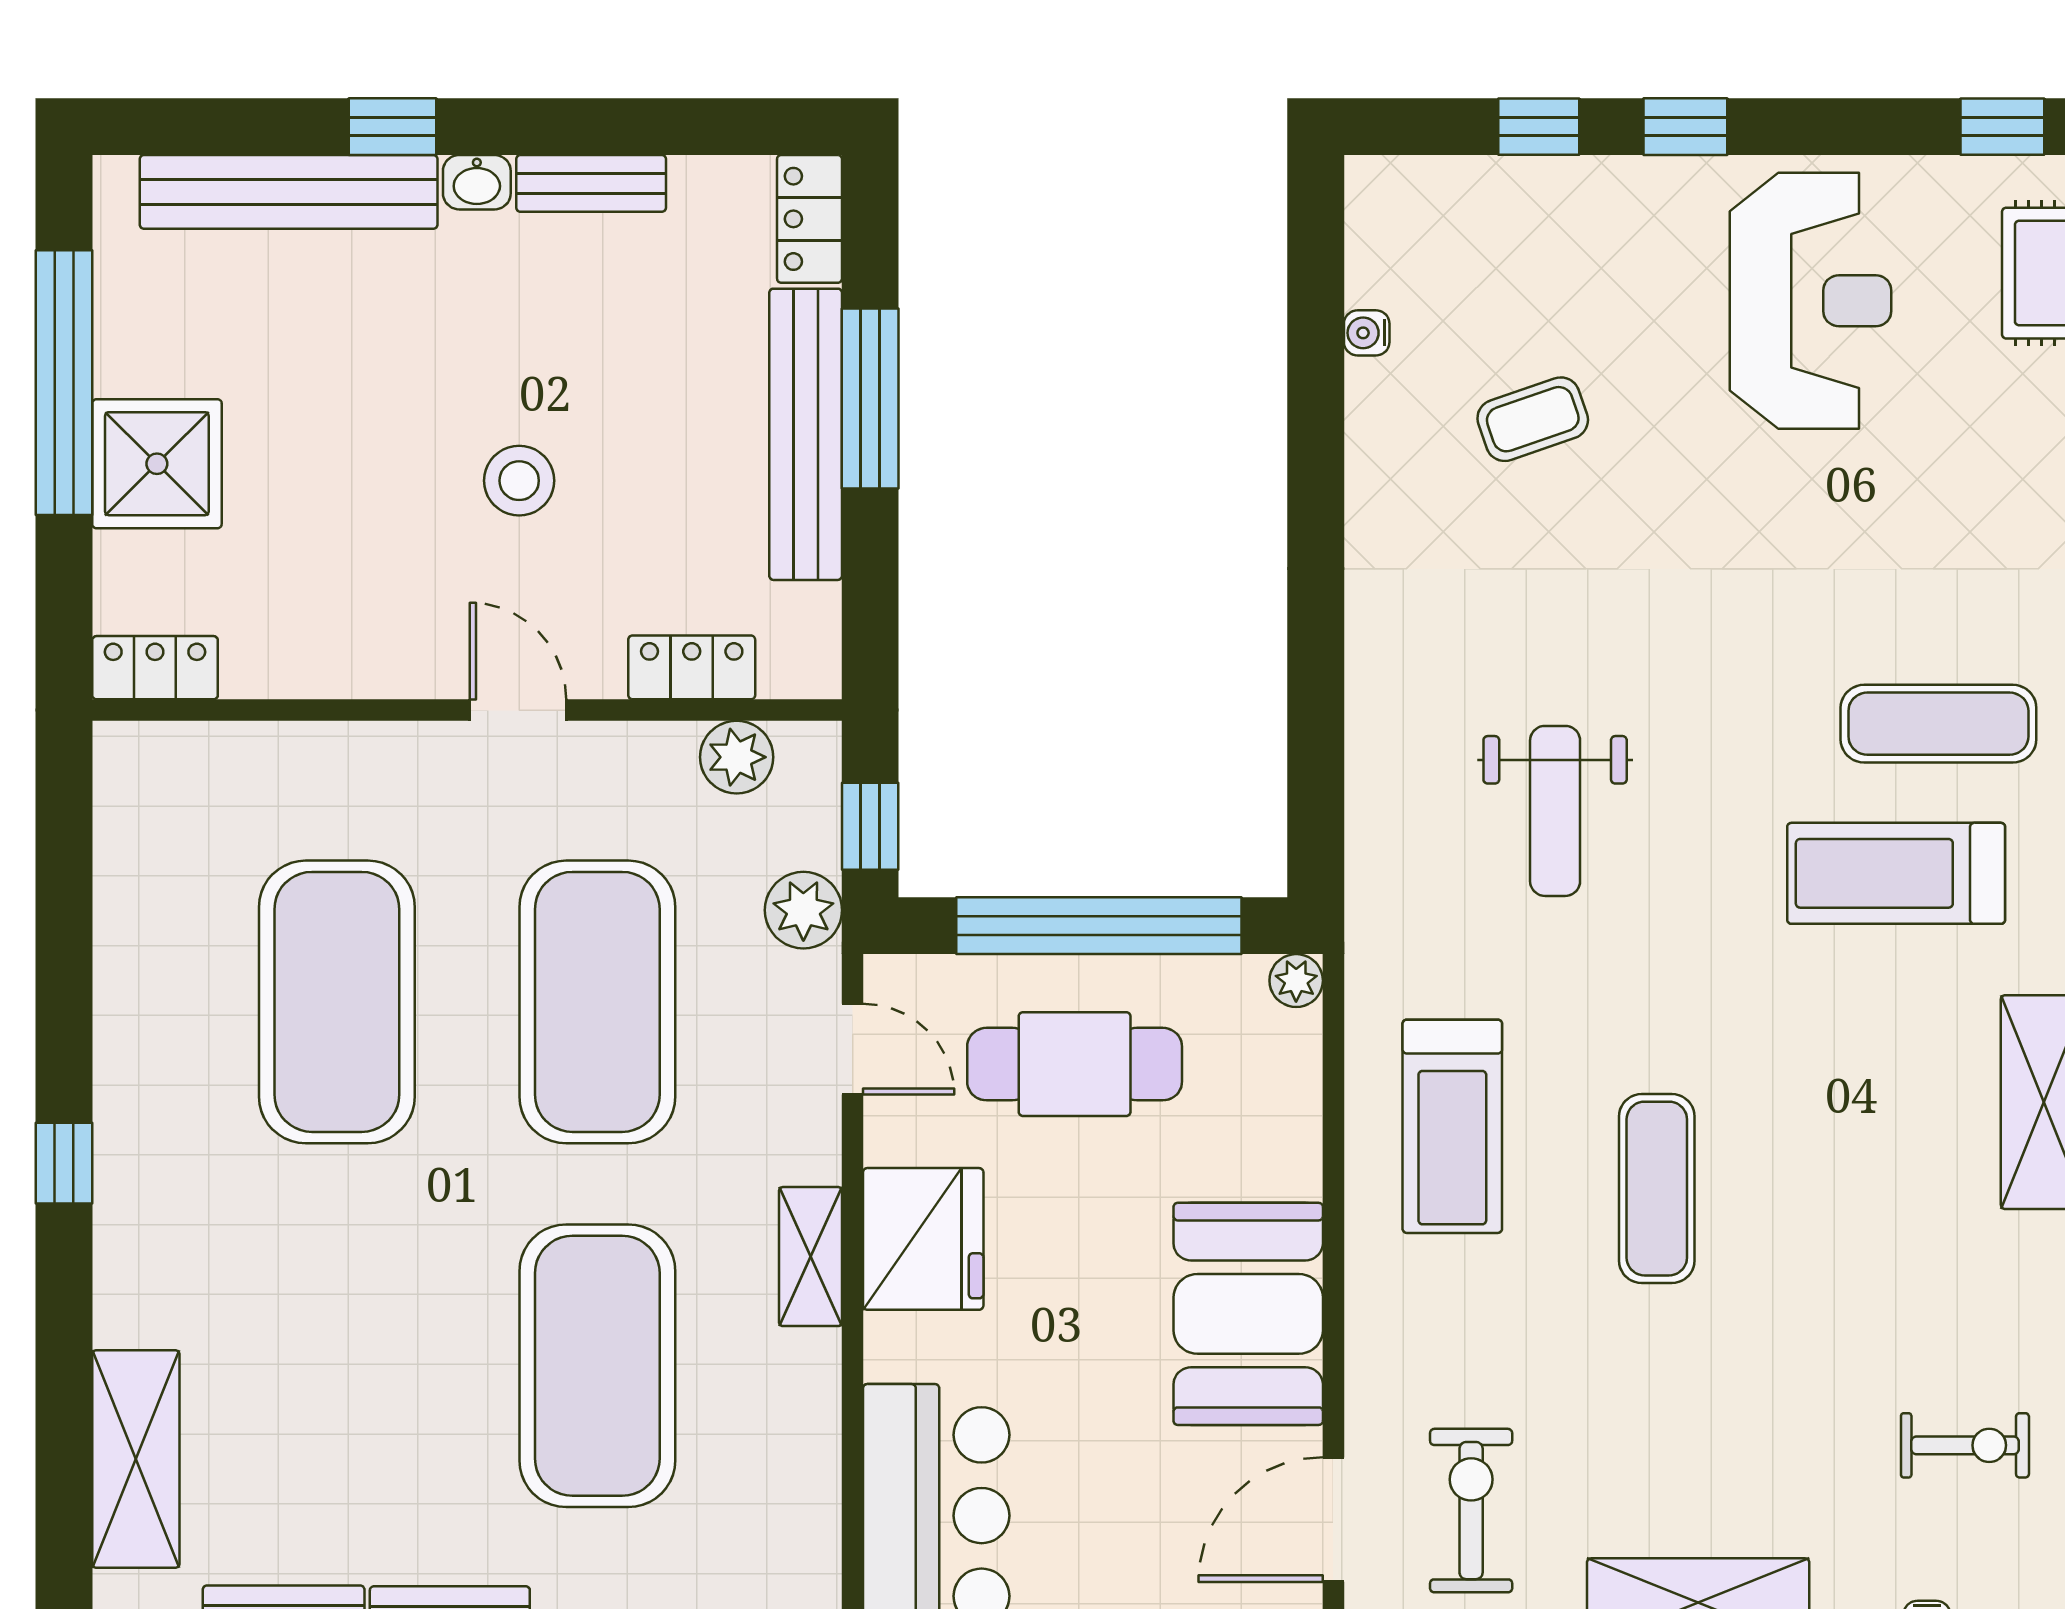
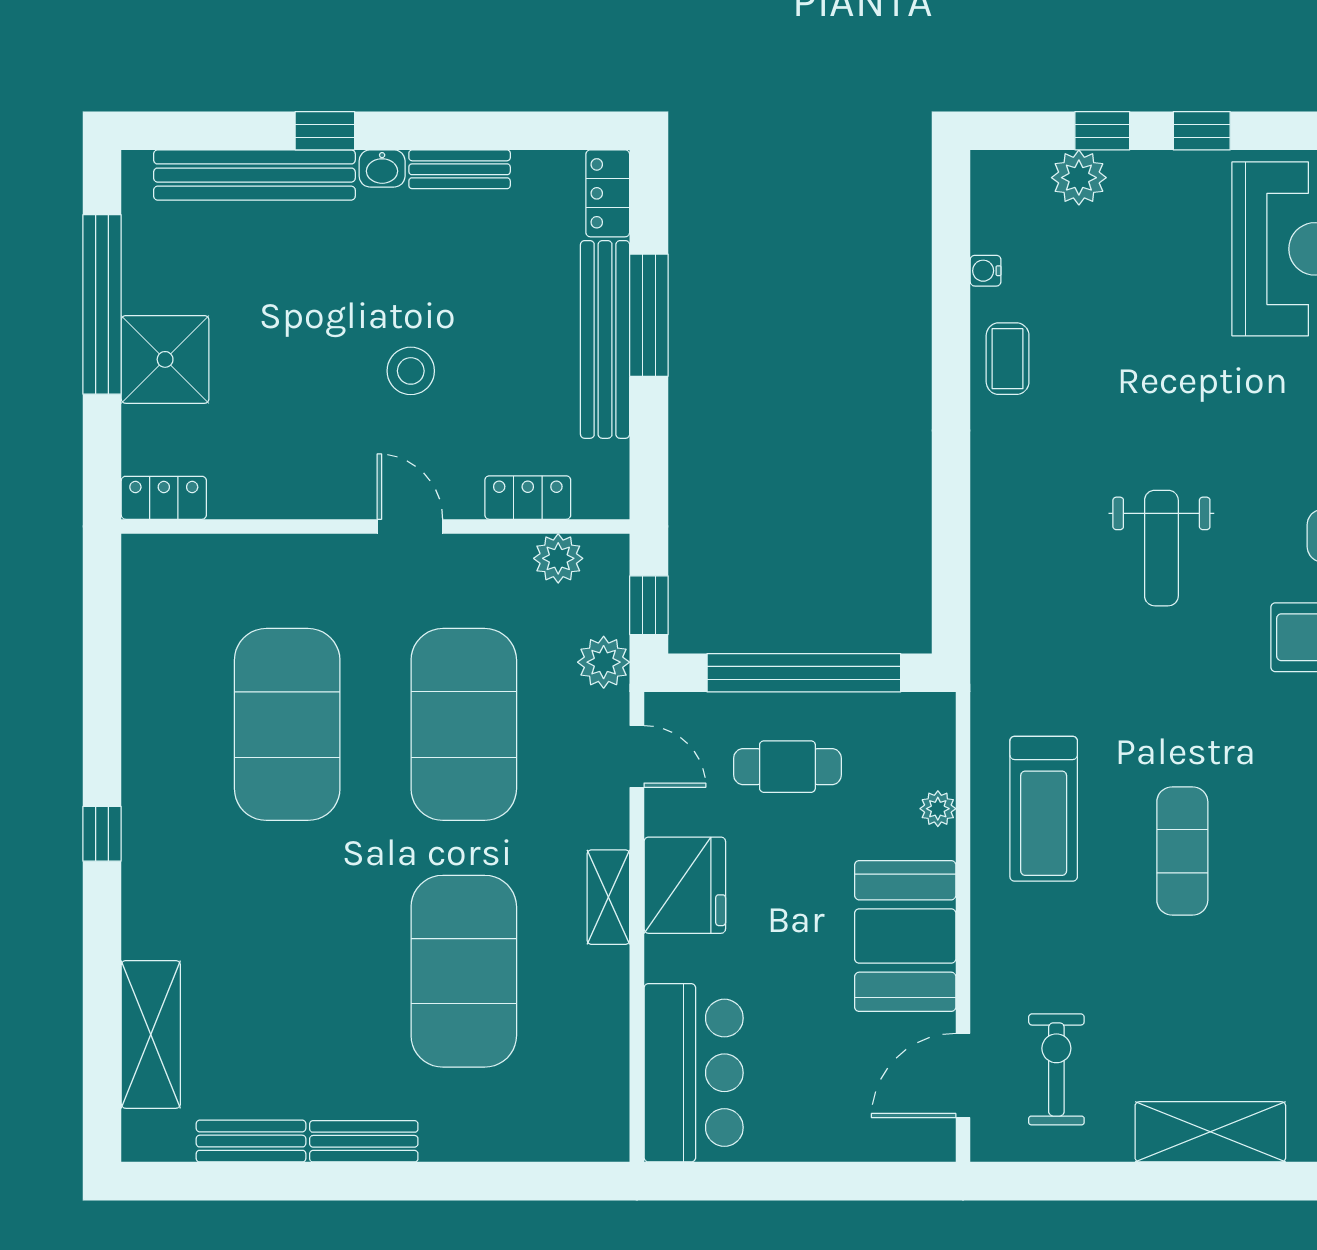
plant: (1504, 196) -> (1079, 178), added
coffee table: (1533, 419) -> (1008, 359), moved, turned -71
weight bench: (1555, 811) -> (1161, 548), moved
plant: (1296, 981) -> (938, 809), moved
cafe table: (1075, 1064) -> (787, 767), width x0.73, depth x0.74

